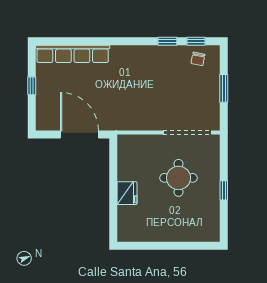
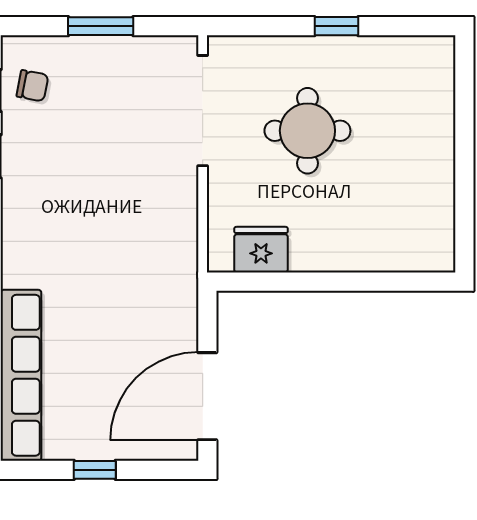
door: (80, 135) -> (207, 396), moved
fridge: (127, 193) -> (261, 250), moved

